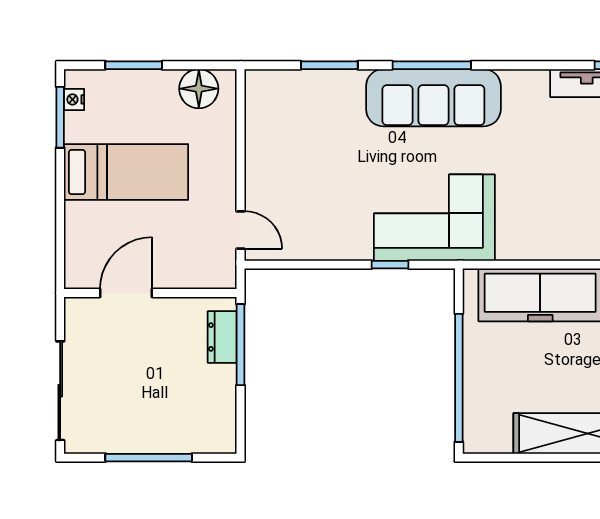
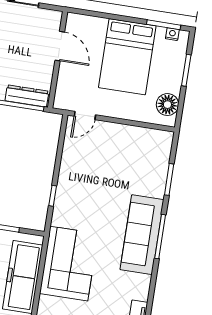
bed: (126, 172) -> (127, 57), width x1.50
corner sofa: (434, 218) -> (69, 264), moved
dresser: (222, 337) -> (27, 96), width x1.44

